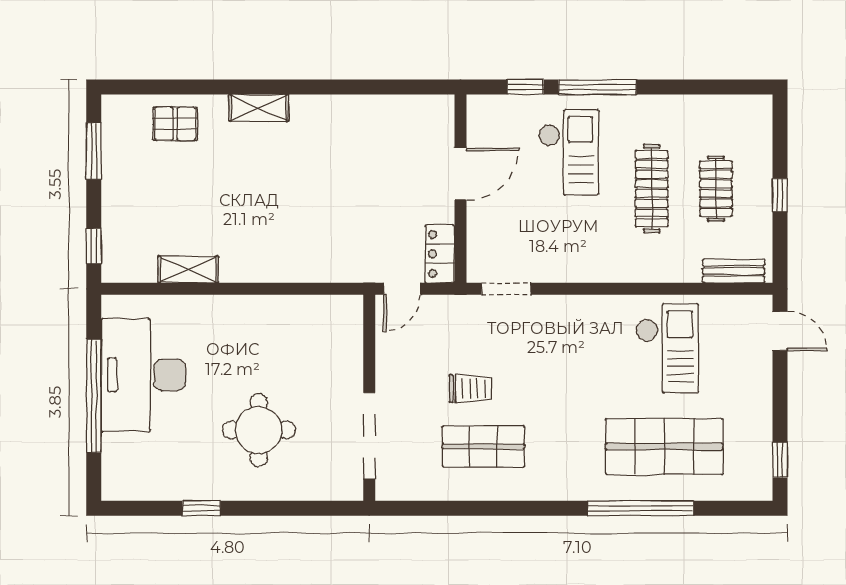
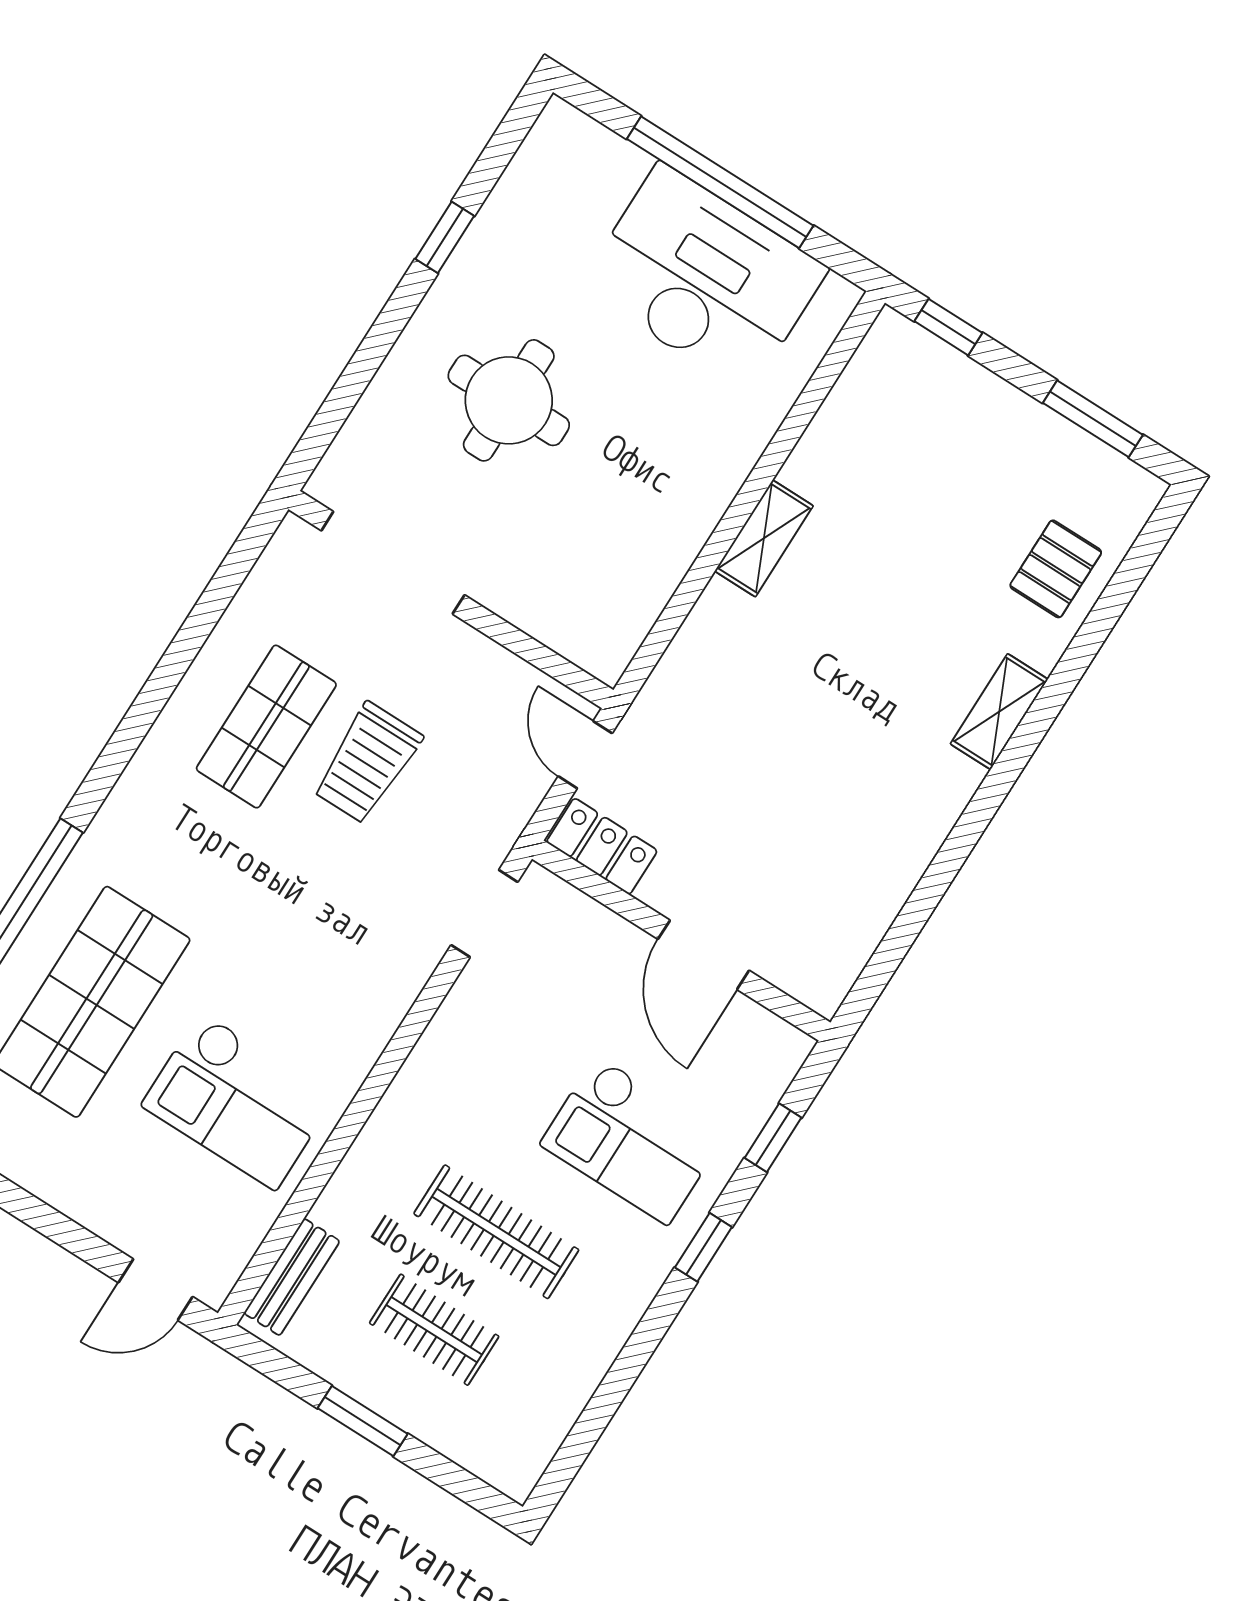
window: (597, 87) -> (703, 1247), width x0.46
window: (780, 195) -> (363, 1421), width x1.50
shelving: (188, 269) -> (764, 538), moved
trolley: (471, 388) -> (367, 763), width x1.36, depth x1.39

